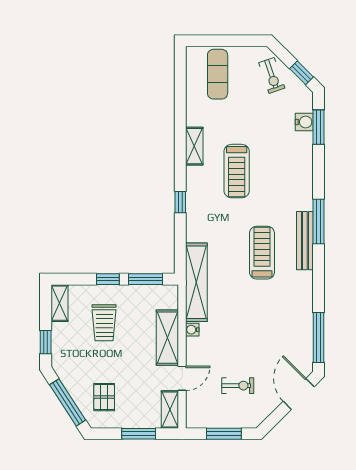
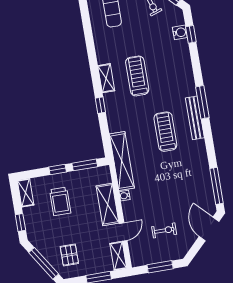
window: (319, 127) -> (191, 34), width x0.67
shelving: (194, 146) -> (106, 78), moved
treadmill: (237, 171) -> (137, 76), turned 180

